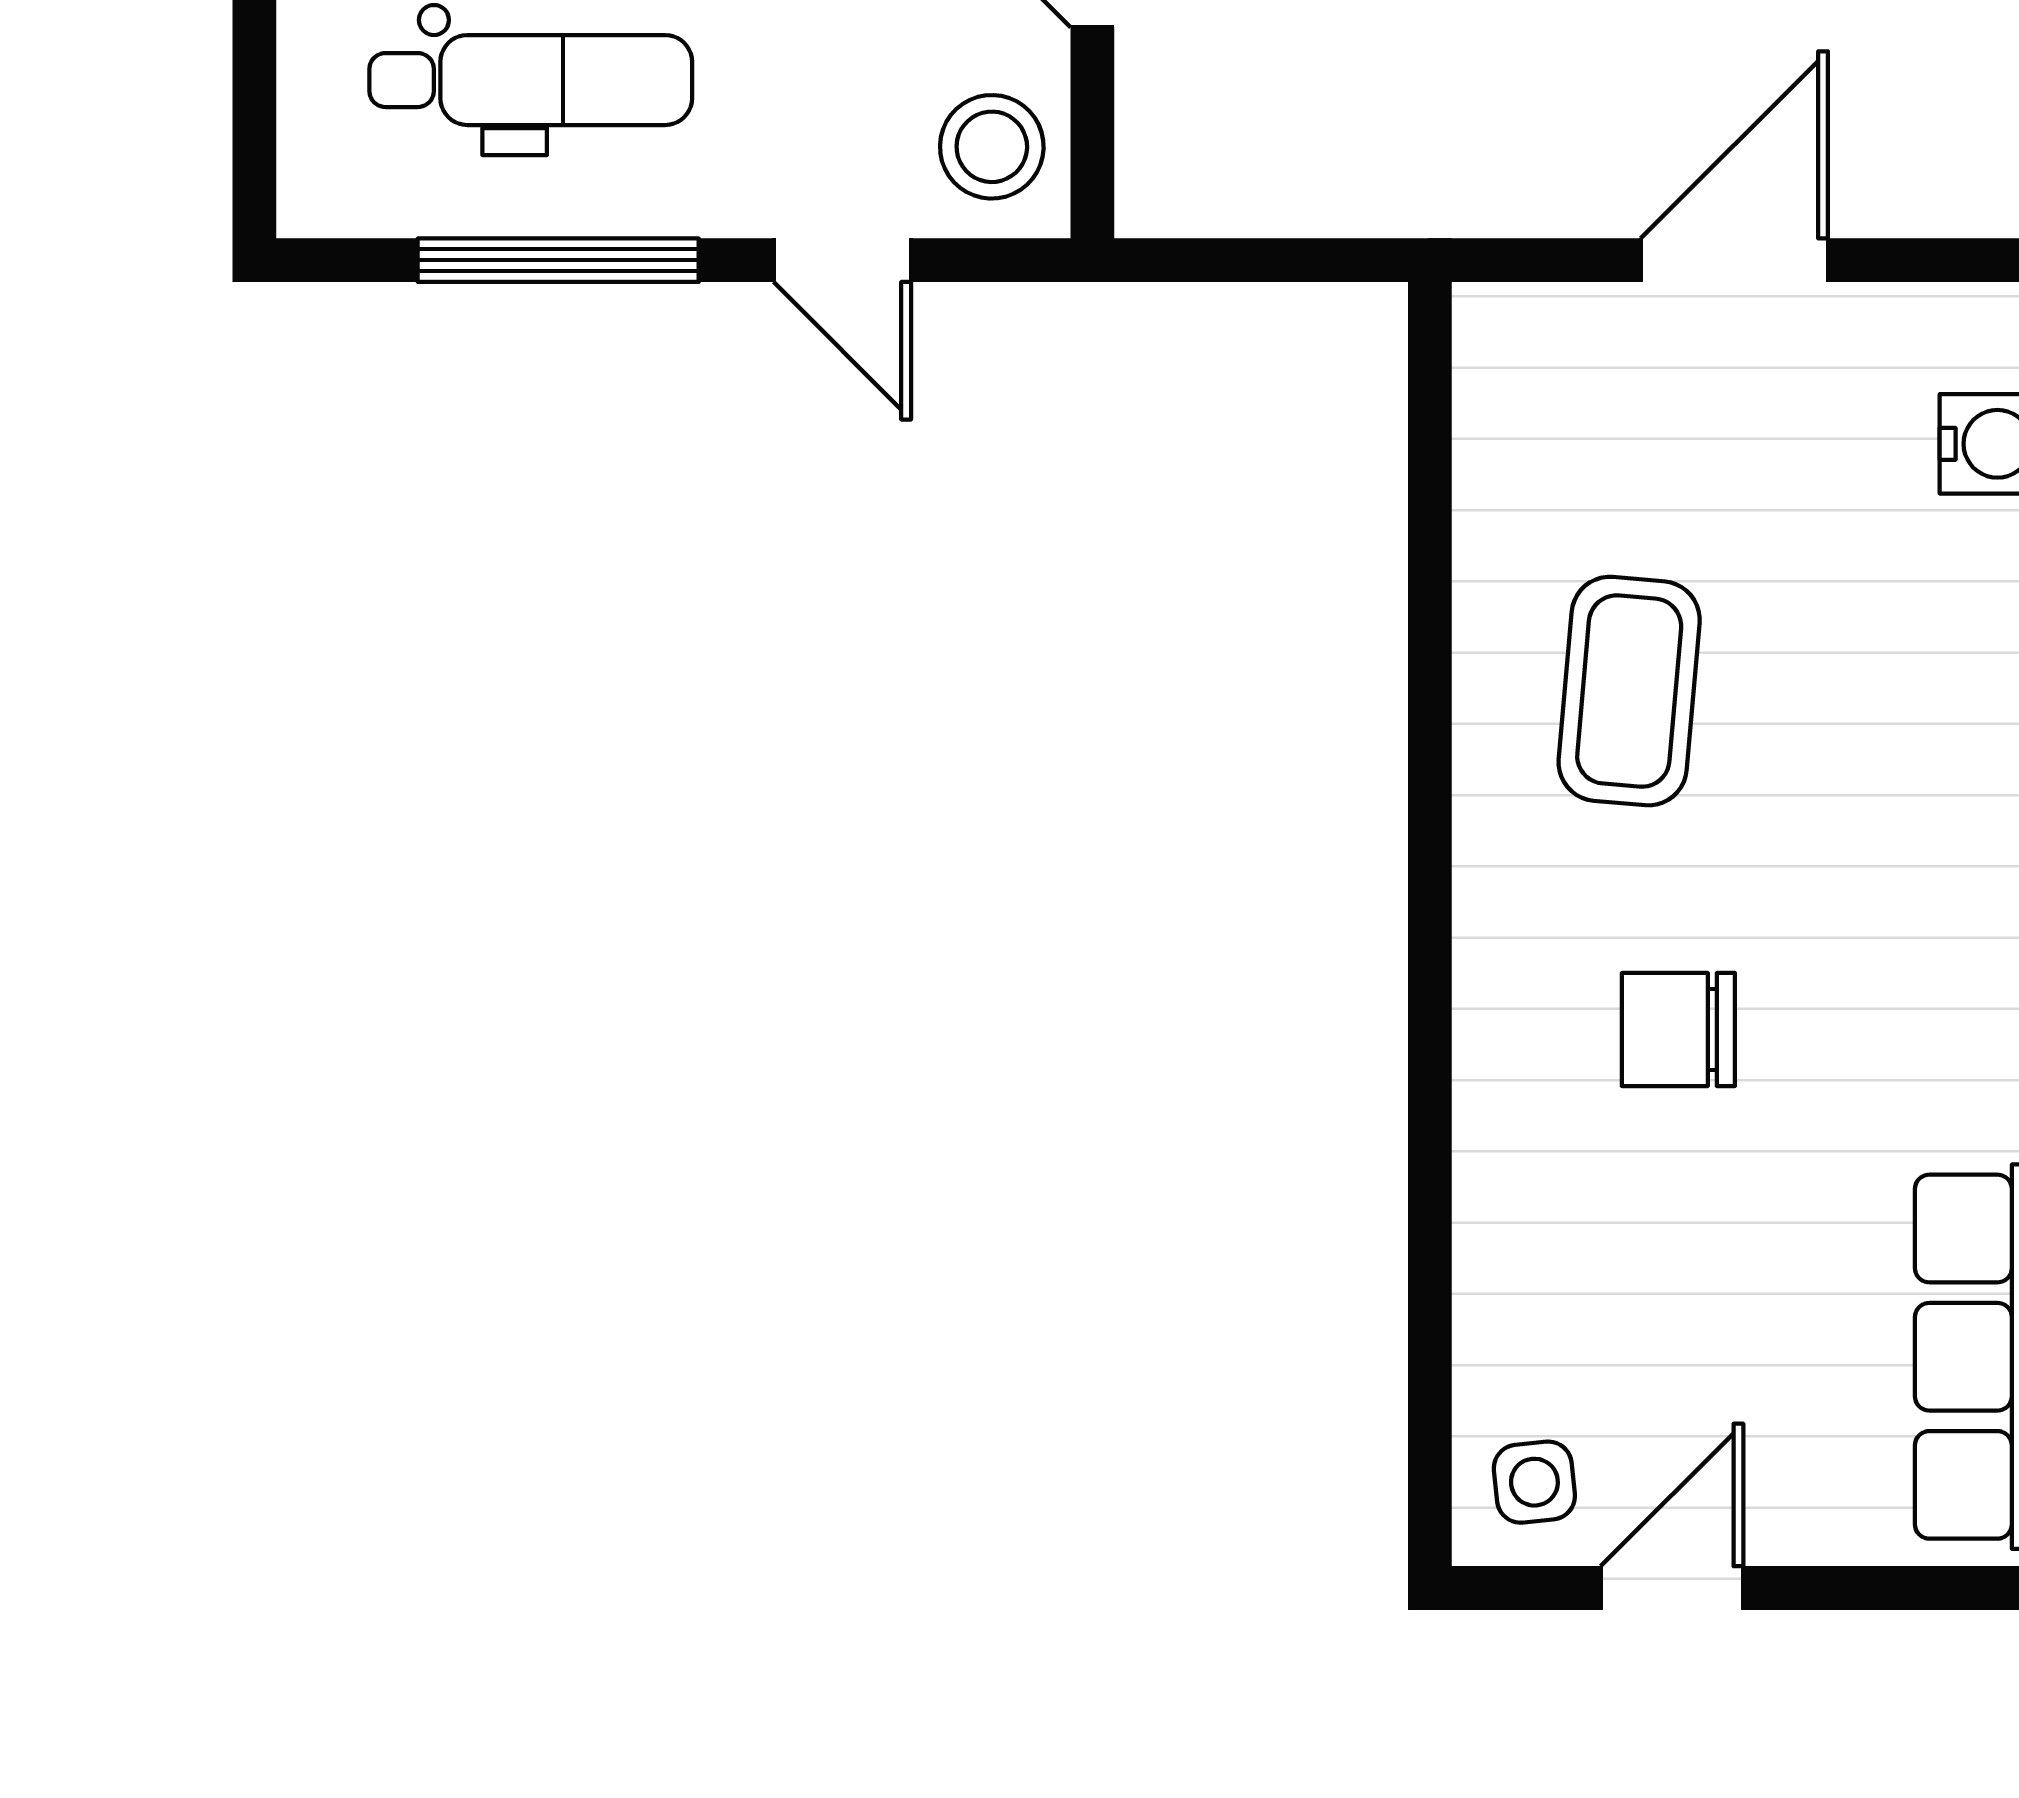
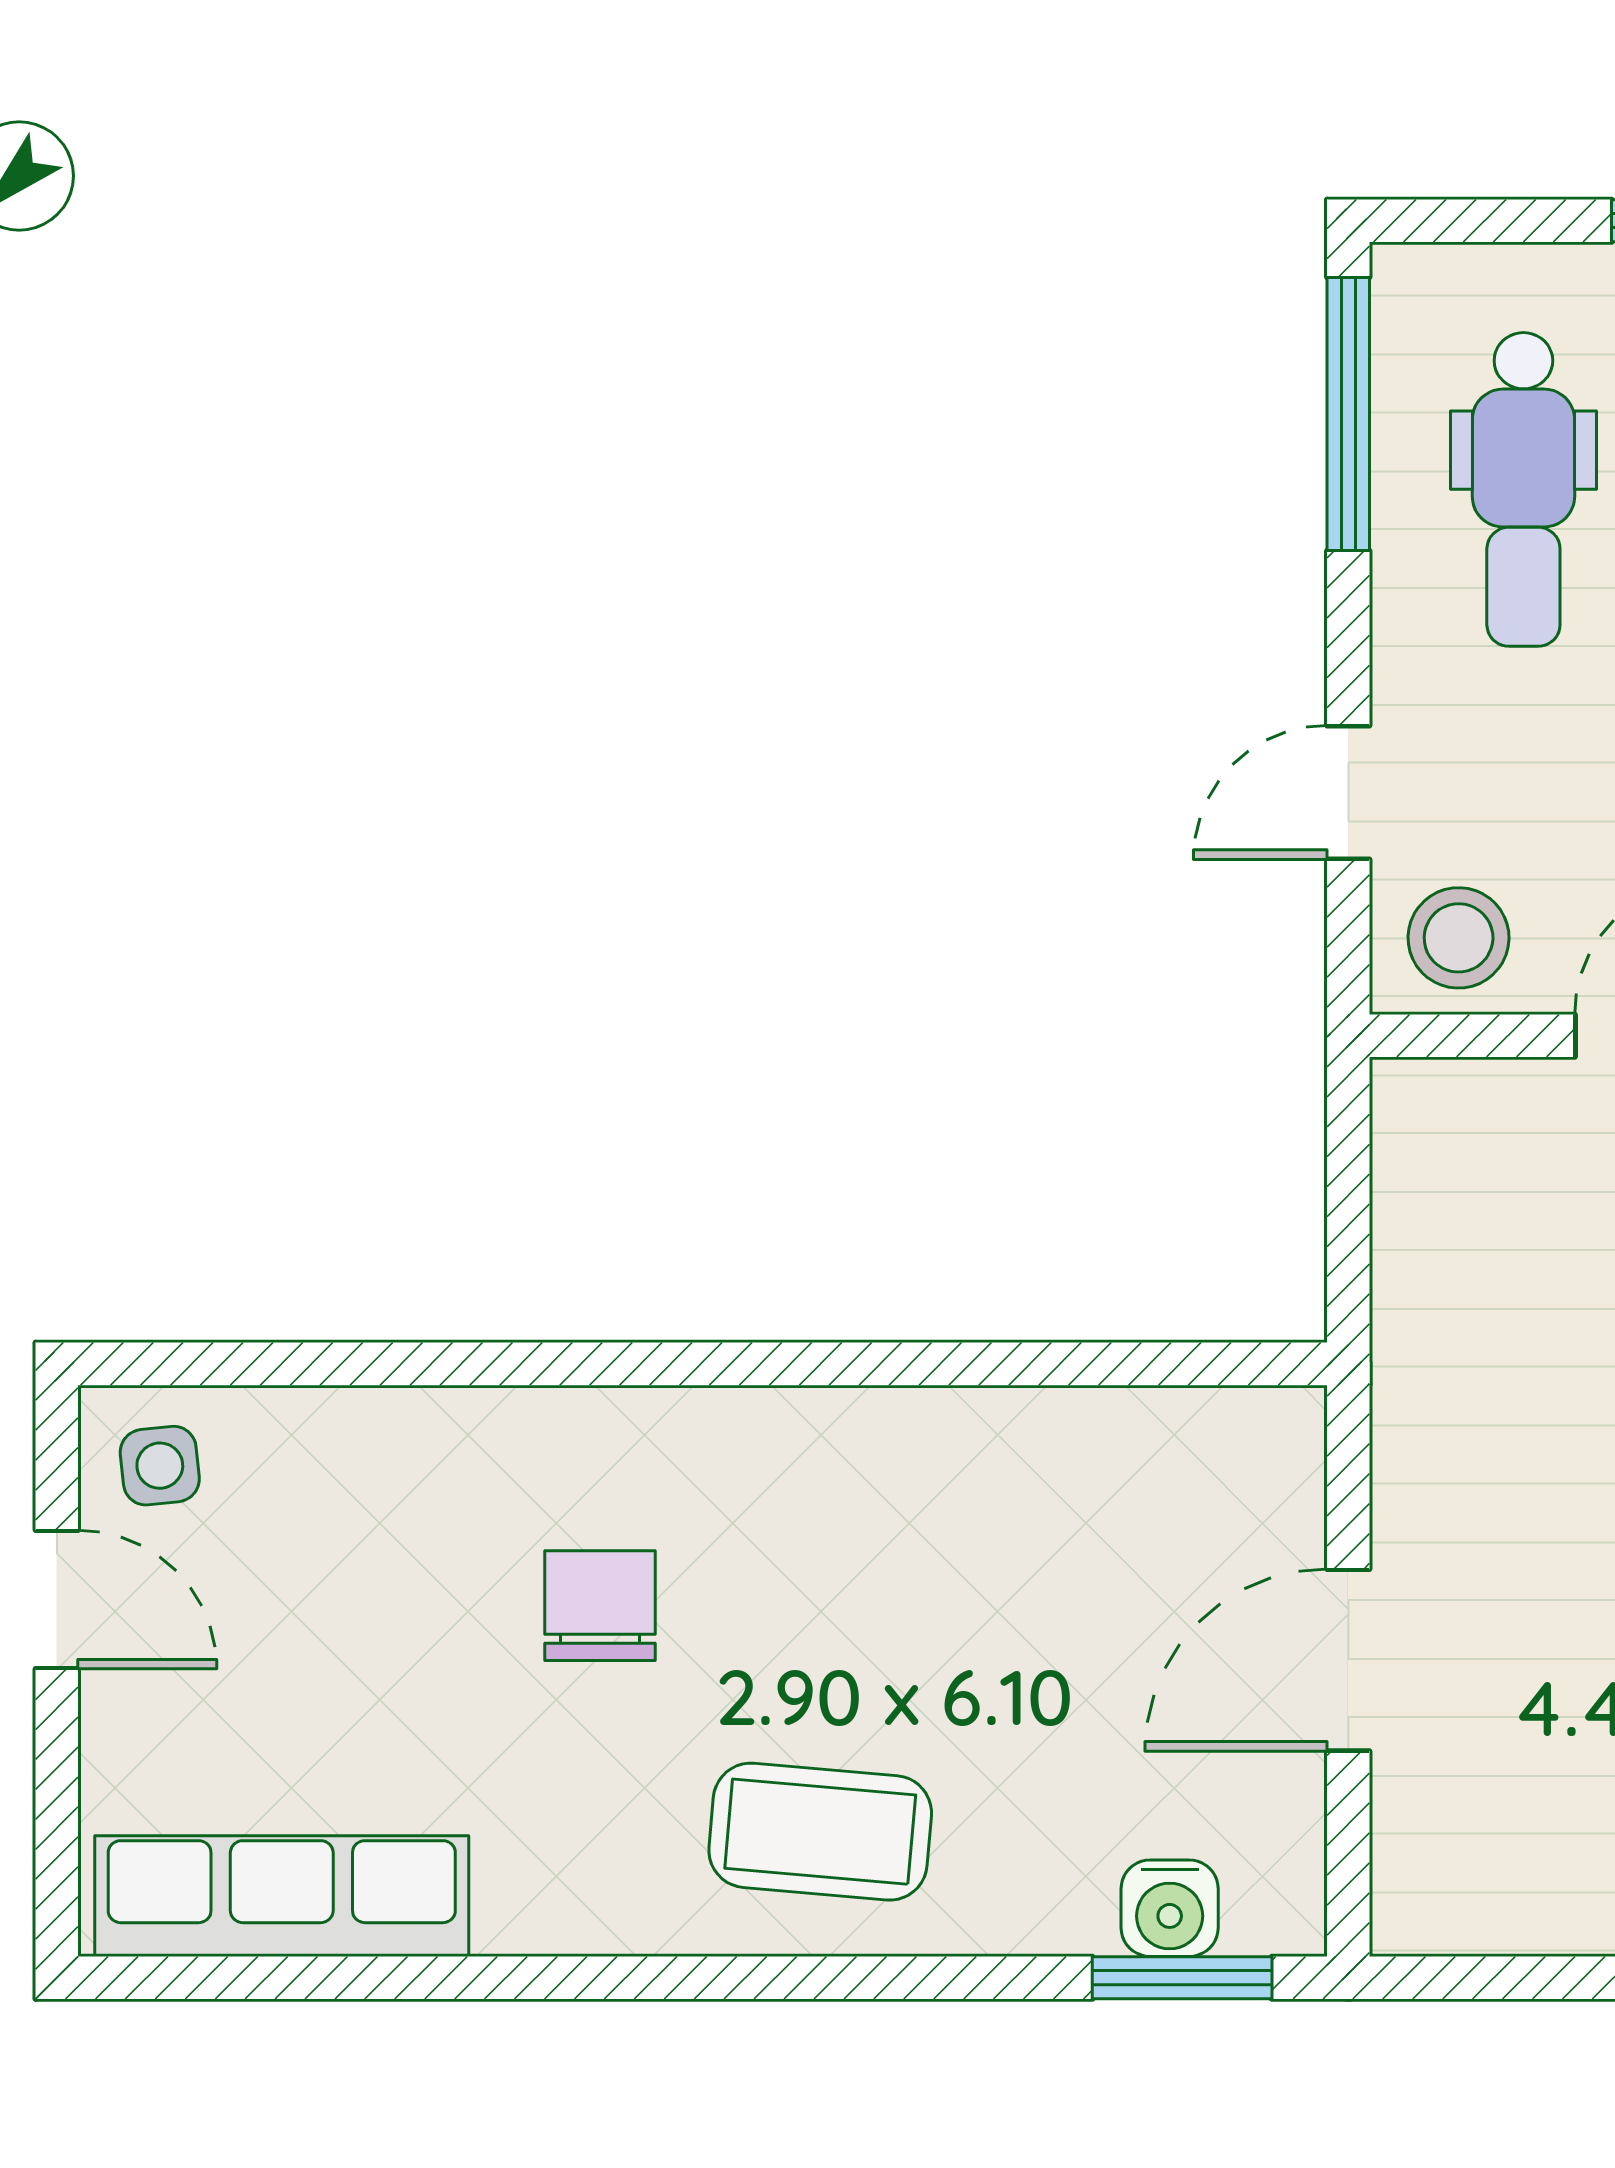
window: (558, 260) -> (1348, 414), moved
door: (1734, 260) -> (1348, 1660), swing flipped
coffee table: (1629, 691) -> (820, 1832), moved

